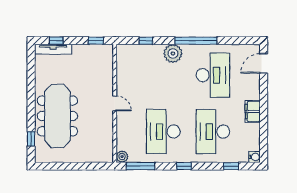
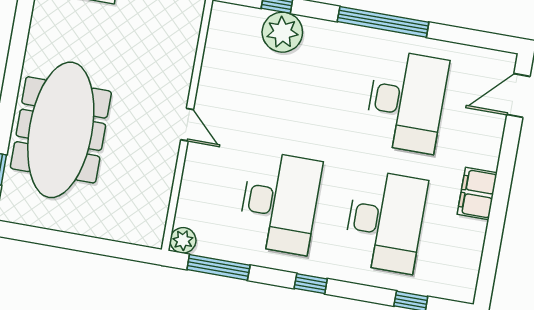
plant: (173, 54) -> (282, 32), moved
desk: (163, 132) -> (280, 203), turned 180
desk: (213, 132) -> (385, 221), turned 180
water cooler: (254, 157) -> (464, 291), removed

